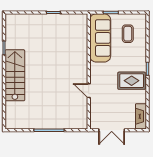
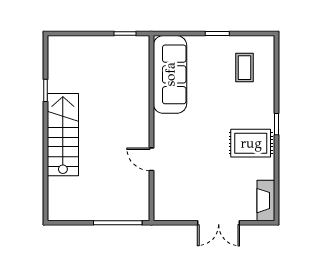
sofa: (100, 38) -> (170, 74), moved
wall: (89, 71) -> (151, 128), moved
door: (89, 91) -> (151, 159), moved

